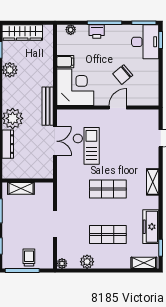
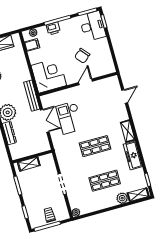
filing cabinet: (65, 62) -> (32, 45), moved
checkout: (86, 146) -> (69, 118), turned 180
freezer: (151, 227) -> (133, 155), moved
plant: (87, 262) -> (122, 198), moved

